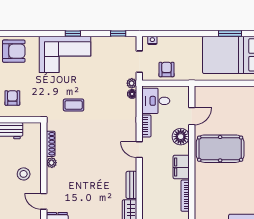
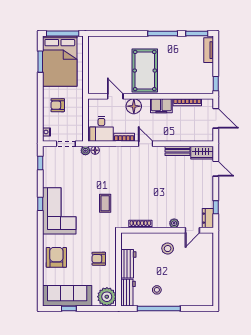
armchair: (167, 70) -> (58, 105), moved
door: (139, 150) -> (146, 144), swing flipped
plant: (52, 163) -> (174, 223), moved

